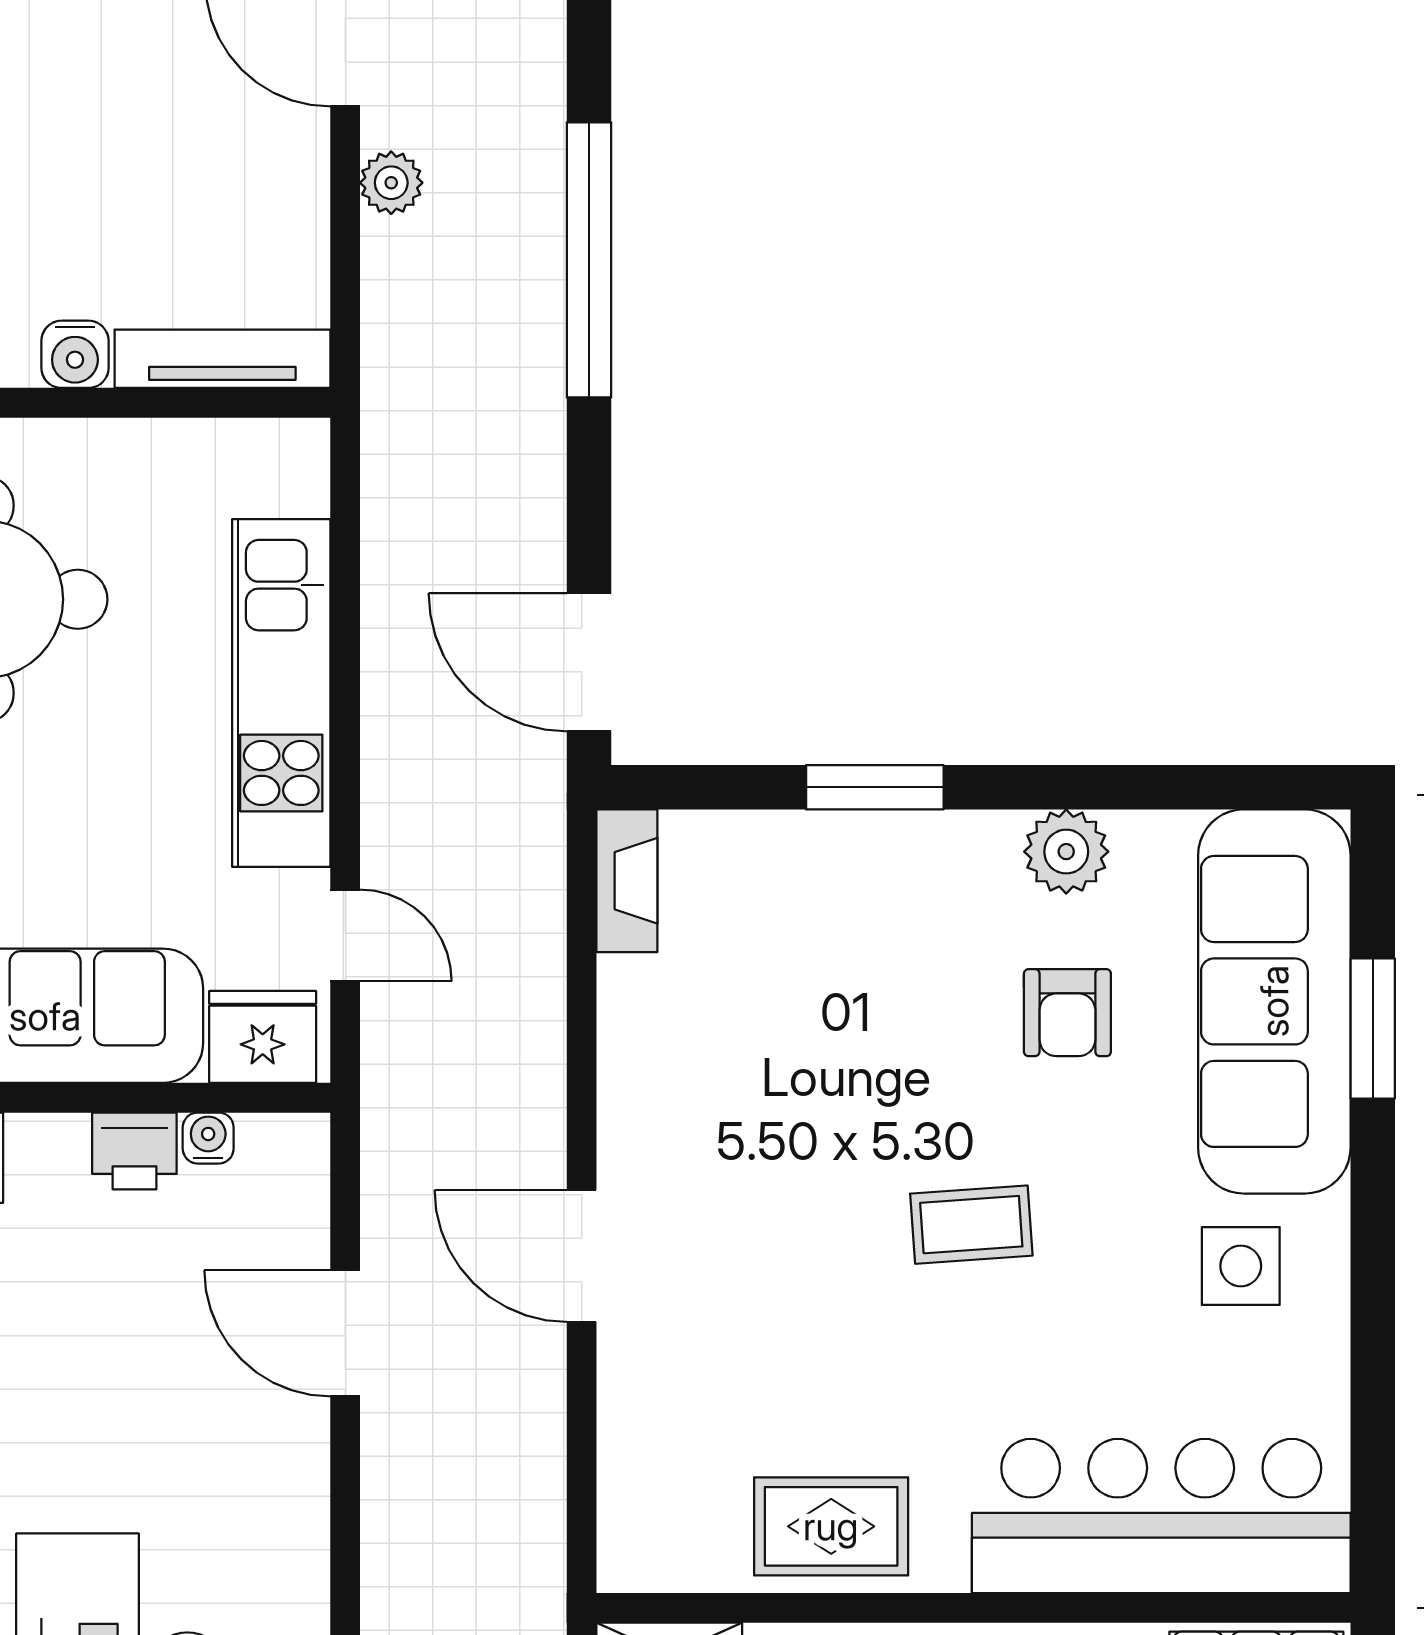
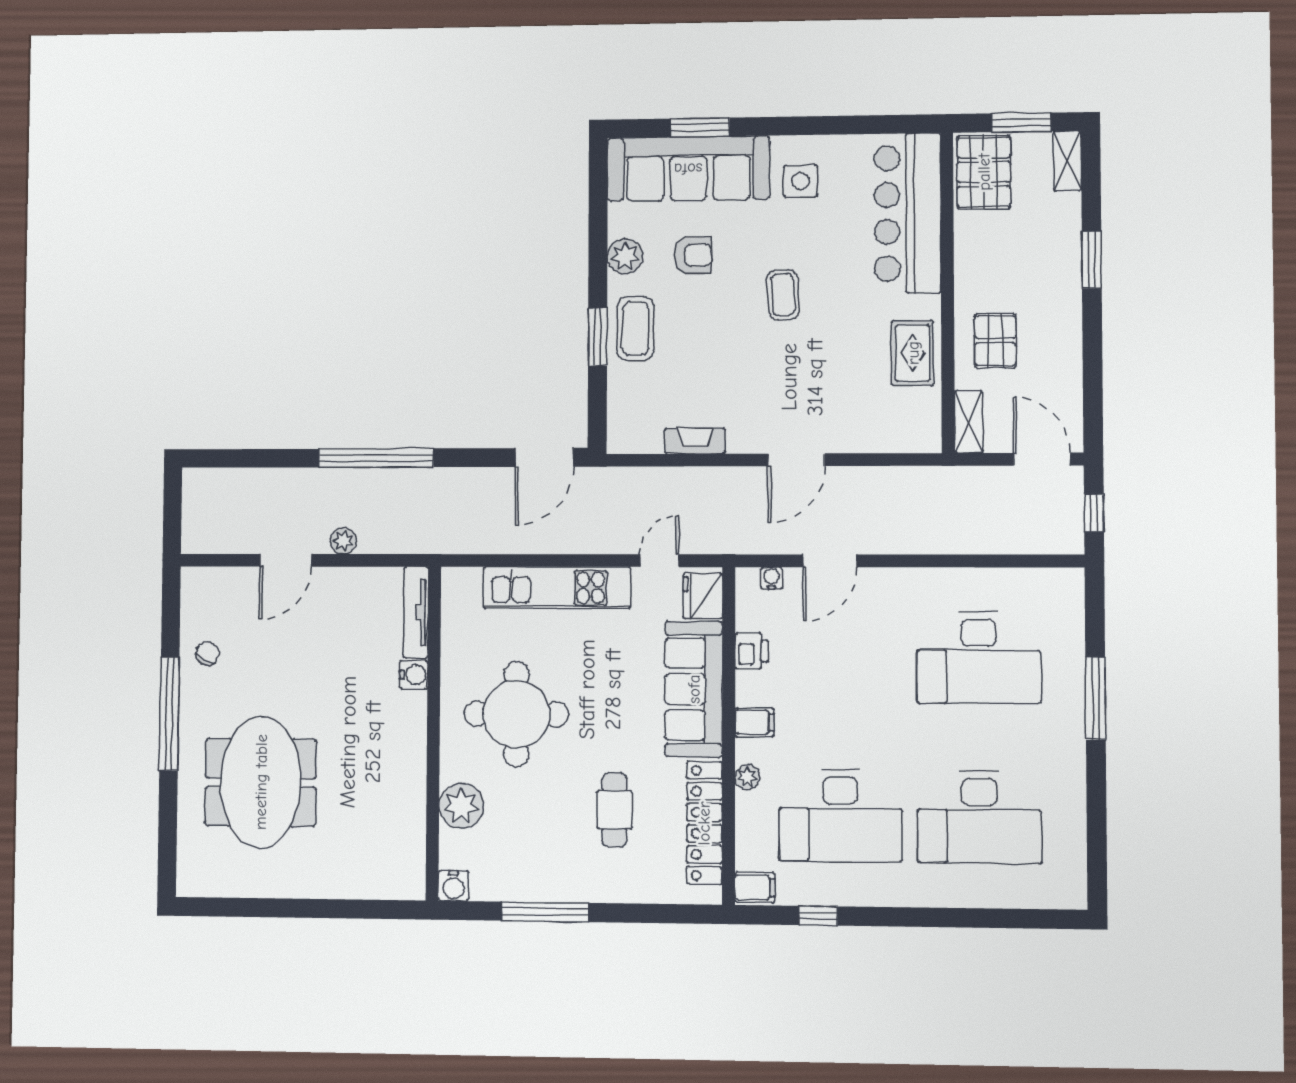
coffee table: (894, 877) -> (635, 329), added
fireplace: (627, 881) -> (695, 441), moved
water cooler: (208, 1138) -> (772, 578), moved, turned 90

